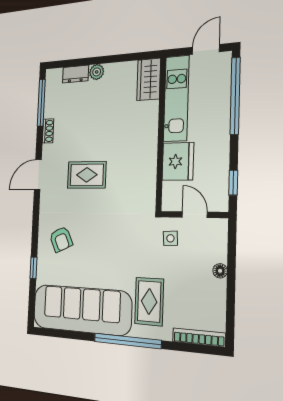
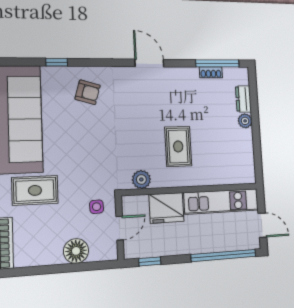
wardrobe: (149, 79) -> (238, 173), removed
shoe rack: (48, 131) -> (211, 72), moved
rug: (87, 175) -> (178, 146), moved
plant: (147, 188) -> (141, 179), added
armchair: (61, 239) -> (88, 92), turned -139
floor lamp: (220, 271) -> (76, 251), width x1.89, depth x1.89

